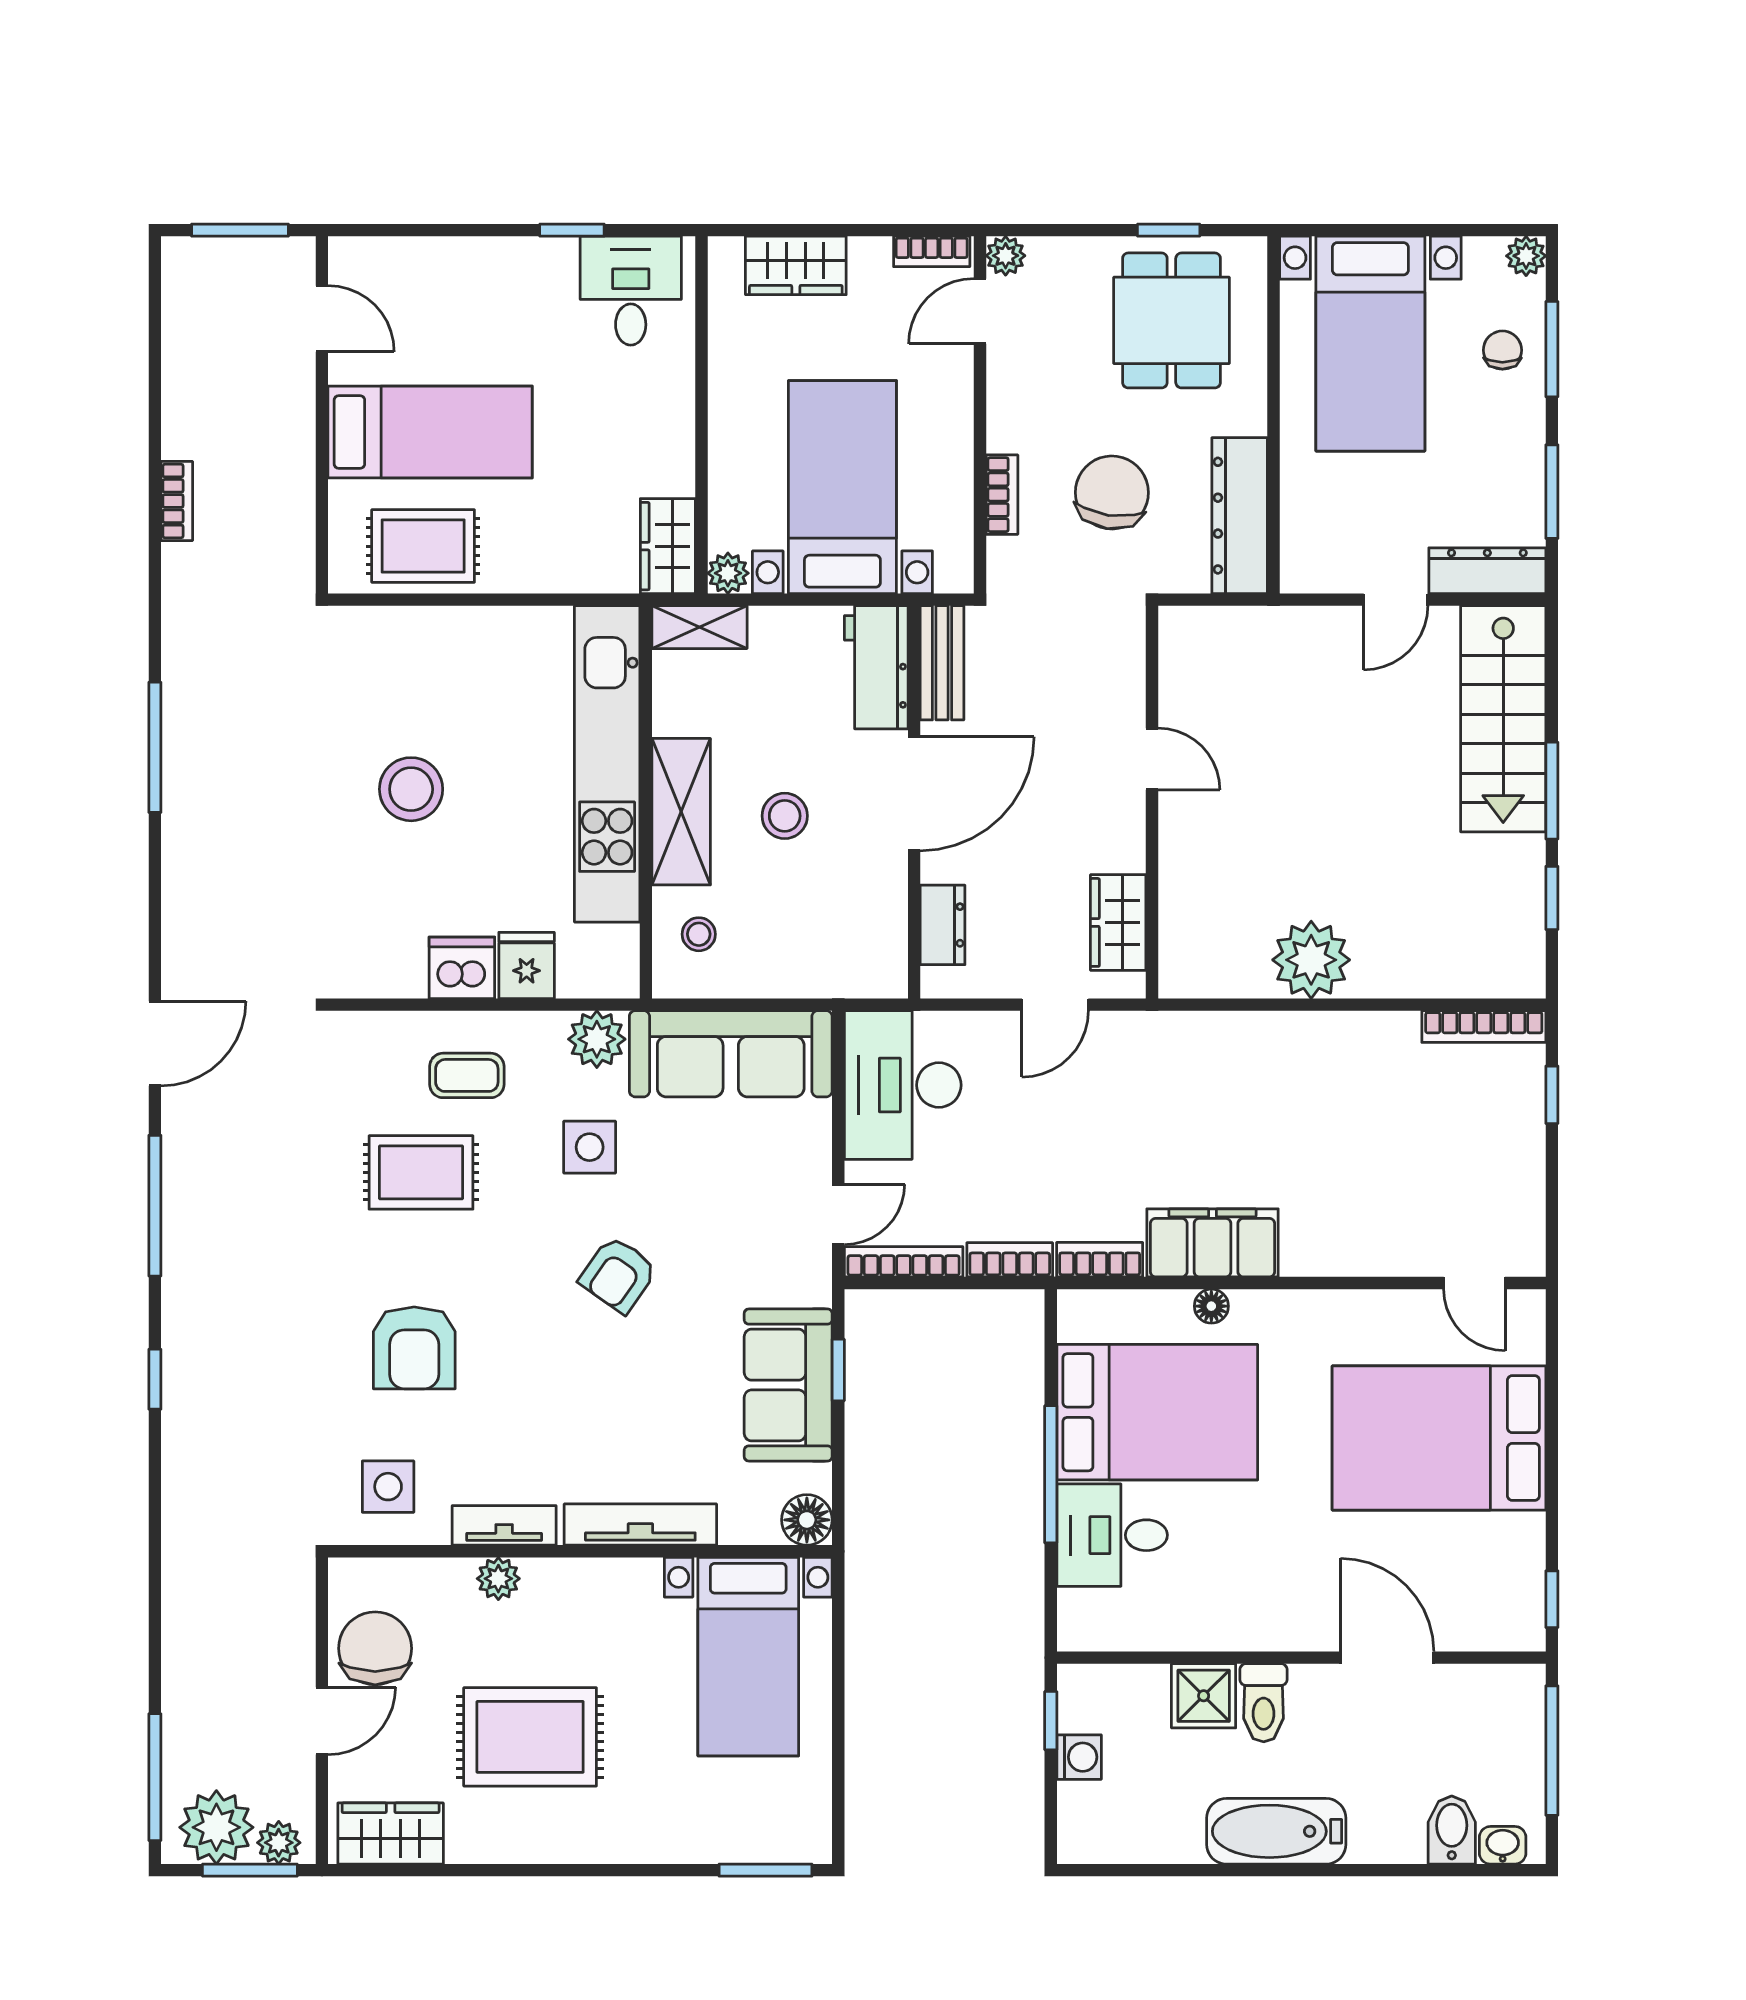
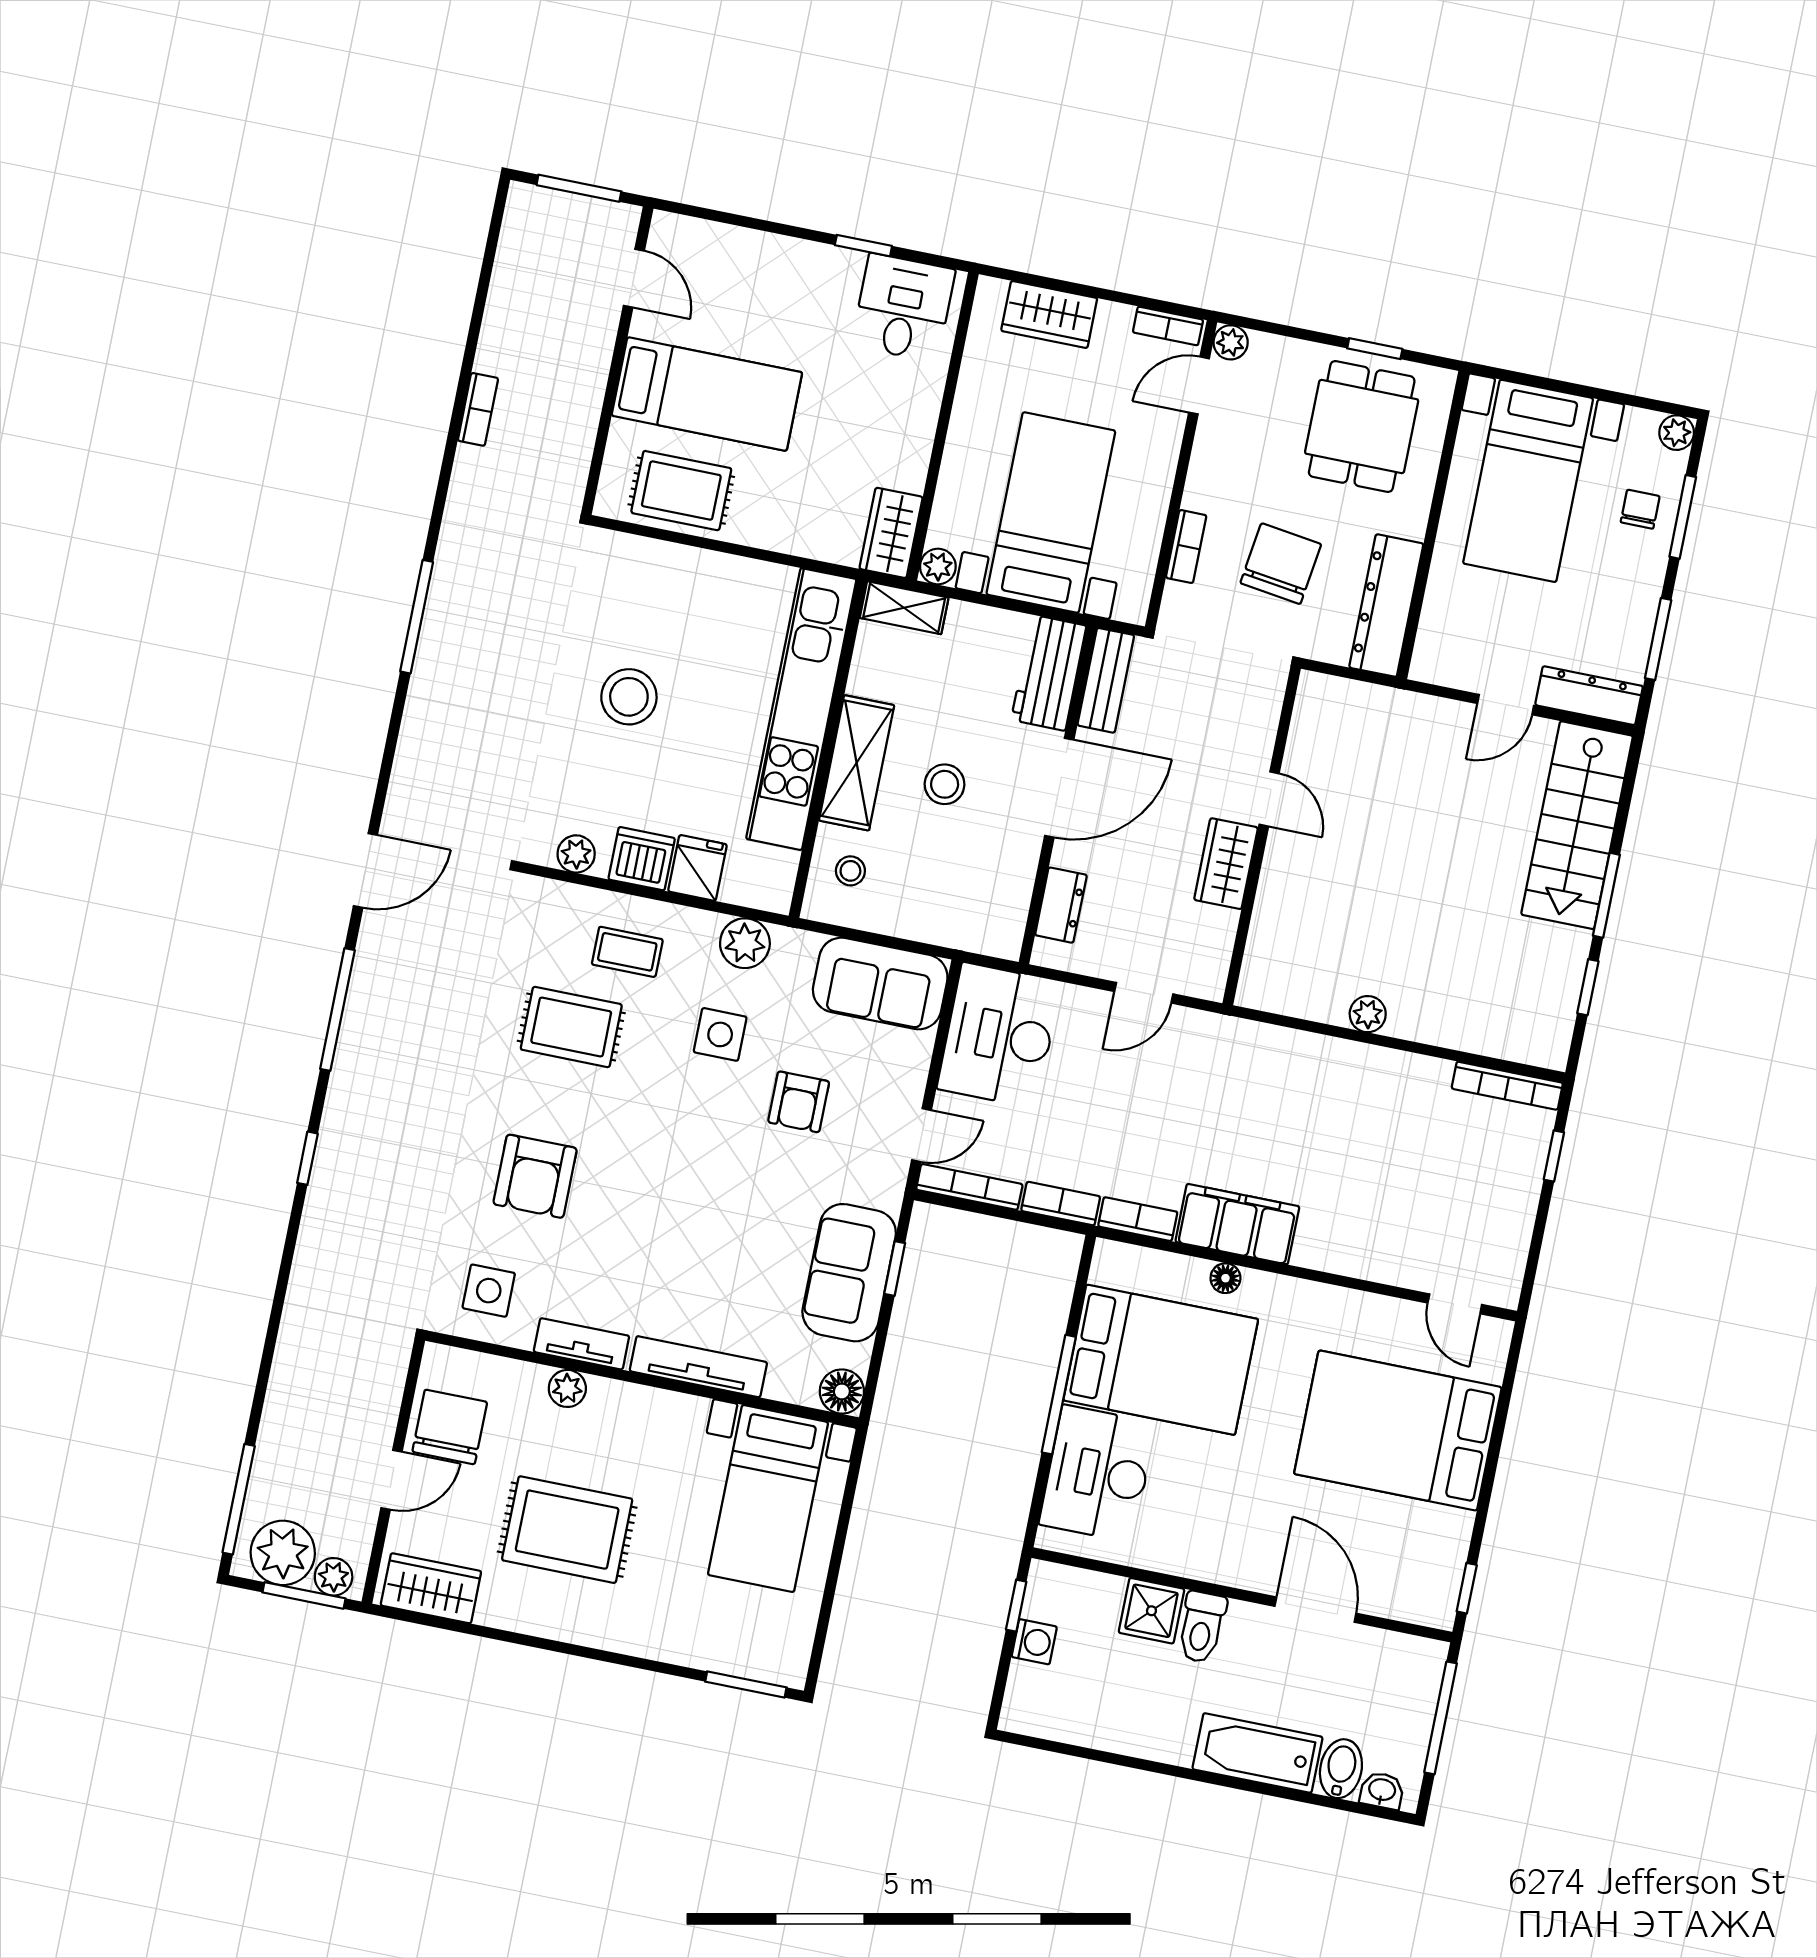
wardrobe: (1118, 922) -> (1226, 864), moved
plant: (1311, 960) -> (1368, 1014), width x0.53, depth x0.53
plant: (387, 977) -> (576, 854), added
sofa: (731, 1054) -> (880, 983), width x0.73
armchair: (618, 1275) -> (799, 1102), moved, turned -35
desk: (1112, 1535) -> (1098, 1474), width x1.37
bathtub: (1276, 1831) -> (1257, 1753), moved

